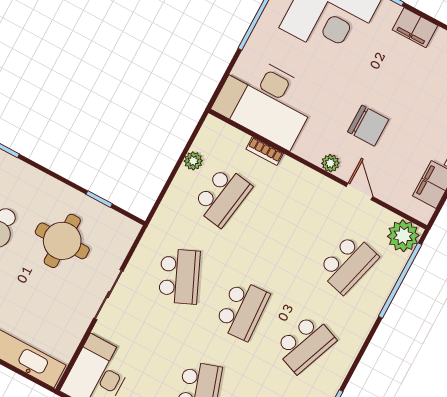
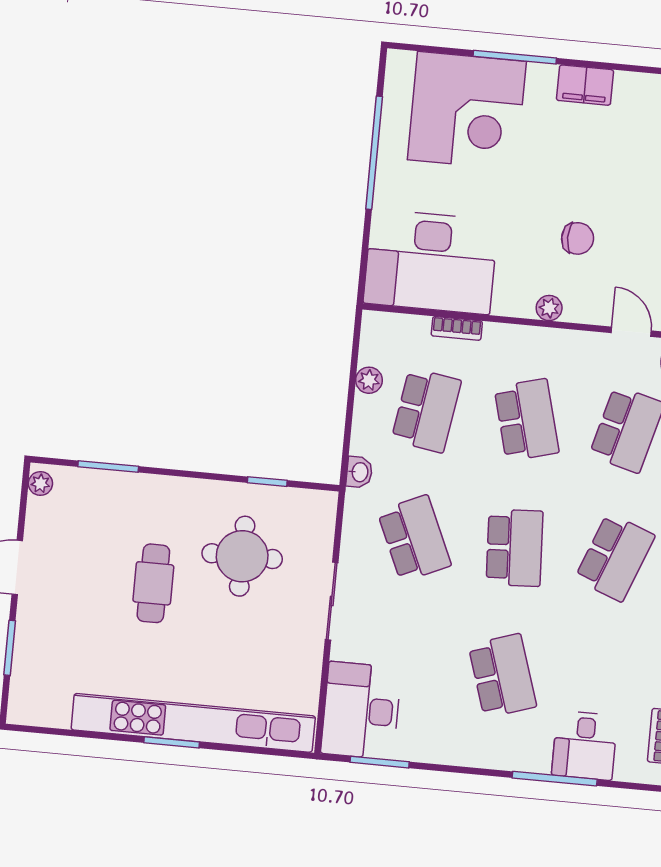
chair: (368, 126) -> (578, 238), width x0.73, depth x0.73
door: (360, 192) -> (631, 332), moved
washbasin: (162, 218) -> (359, 472), added
school desk: (285, 230) -> (527, 420), added

